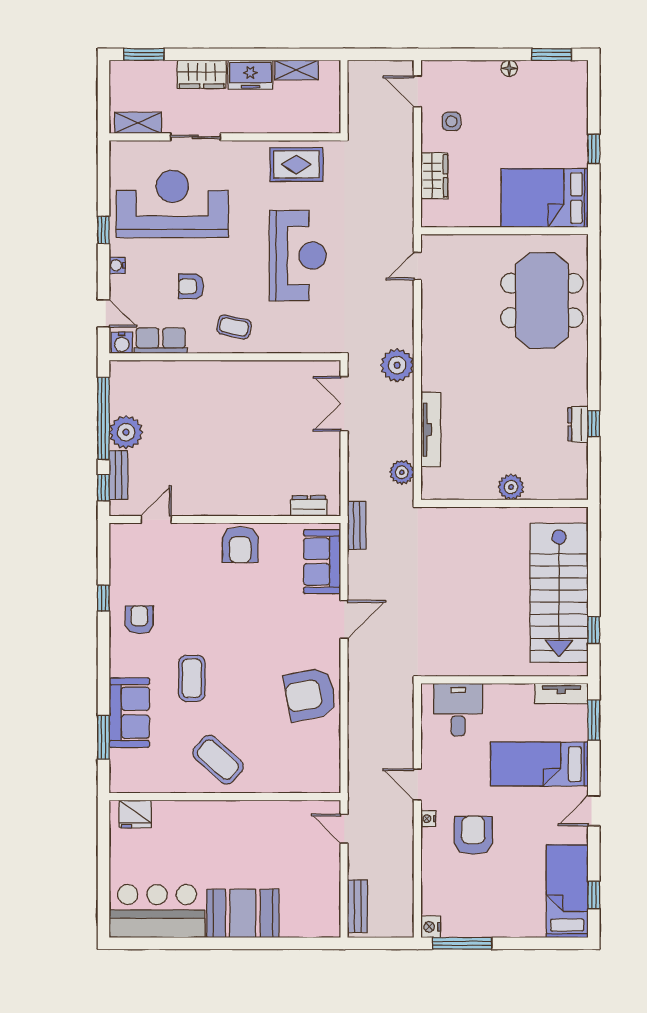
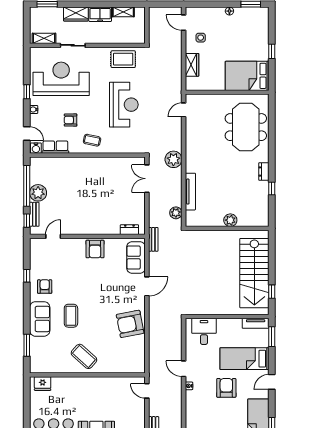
dresser: (578, 424) -> (264, 172), moved
sofa: (129, 713) -> (40, 319), moved
armchair: (473, 835) -> (226, 388), moved

